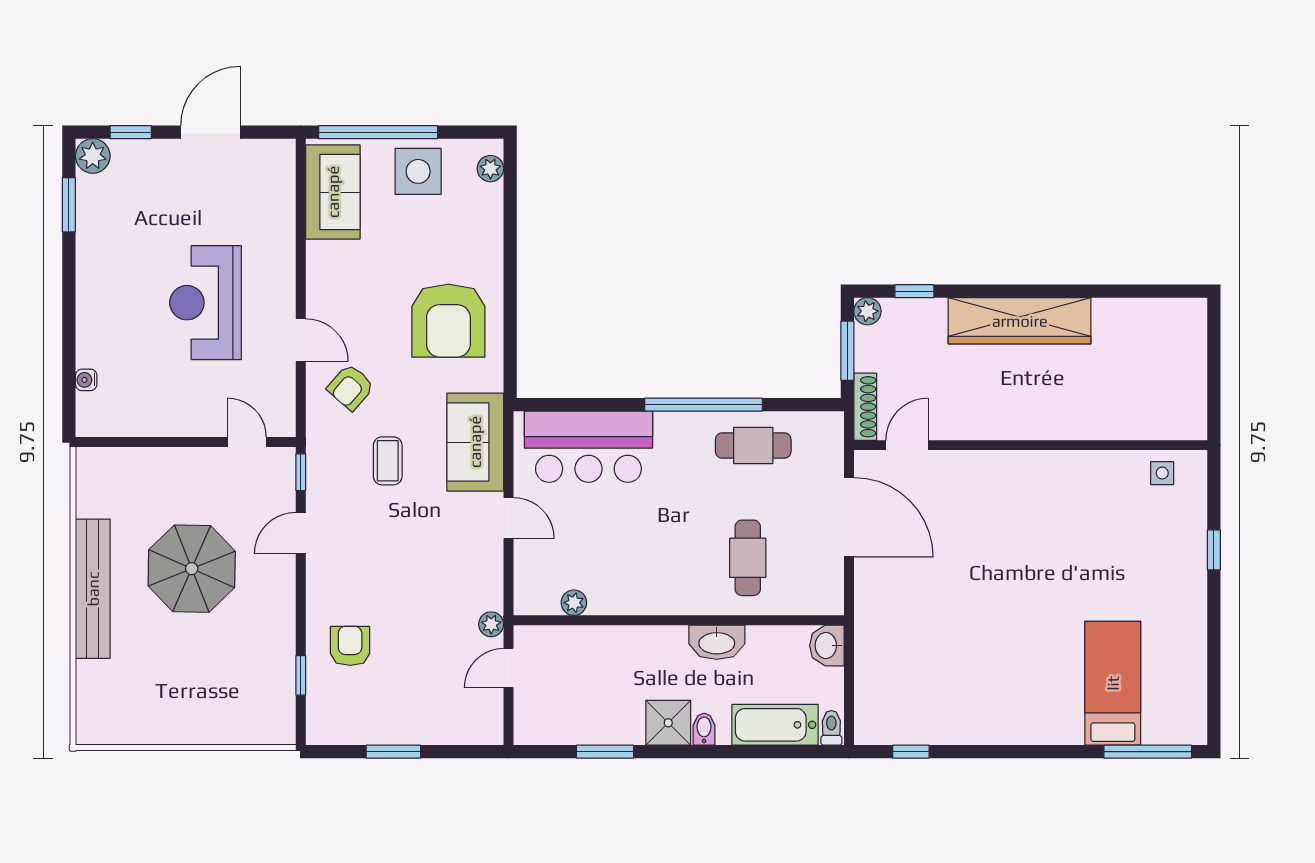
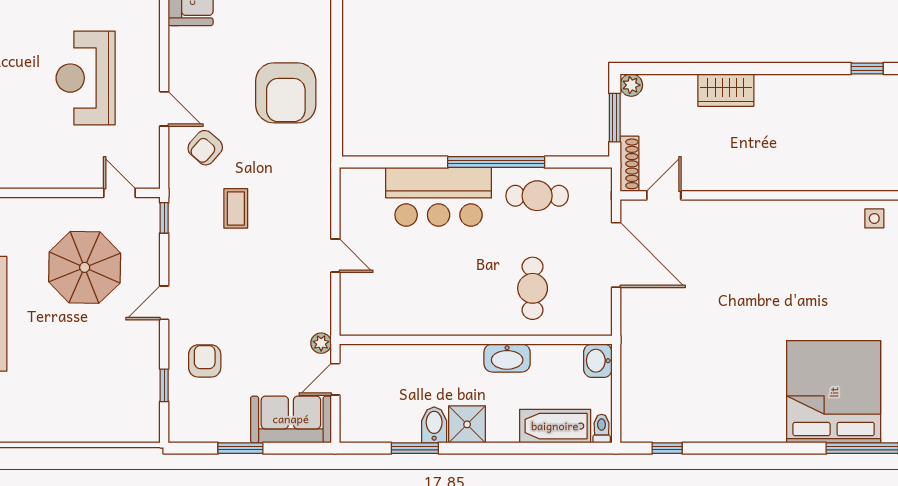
window: (914, 291) -> (867, 68), moved
wardrobe: (1020, 321) -> (726, 90), width x0.48, depth x0.85
sofa: (475, 442) -> (291, 419), moved, turned 90
bar counter: (588, 447) -> (439, 197), moved
door: (301, 533) -> (164, 303), moved
parasol: (192, 569) -> (85, 267), moved
plant: (574, 603) -> (389, 325), removed
bed: (1113, 683) -> (834, 392), width x2.04
bidet: (704, 729) -> (434, 425), moved, width x1.38, depth x1.36

